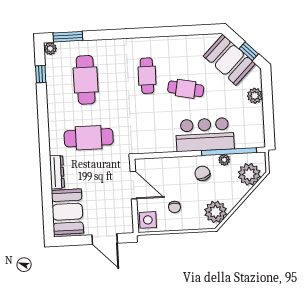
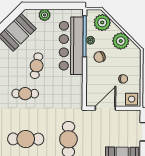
window: (249, 51) -> (12, 18), removed
bar counter: (205, 135) -> (71, 46), width x1.36
plant: (216, 212) -> (121, 41), moved

